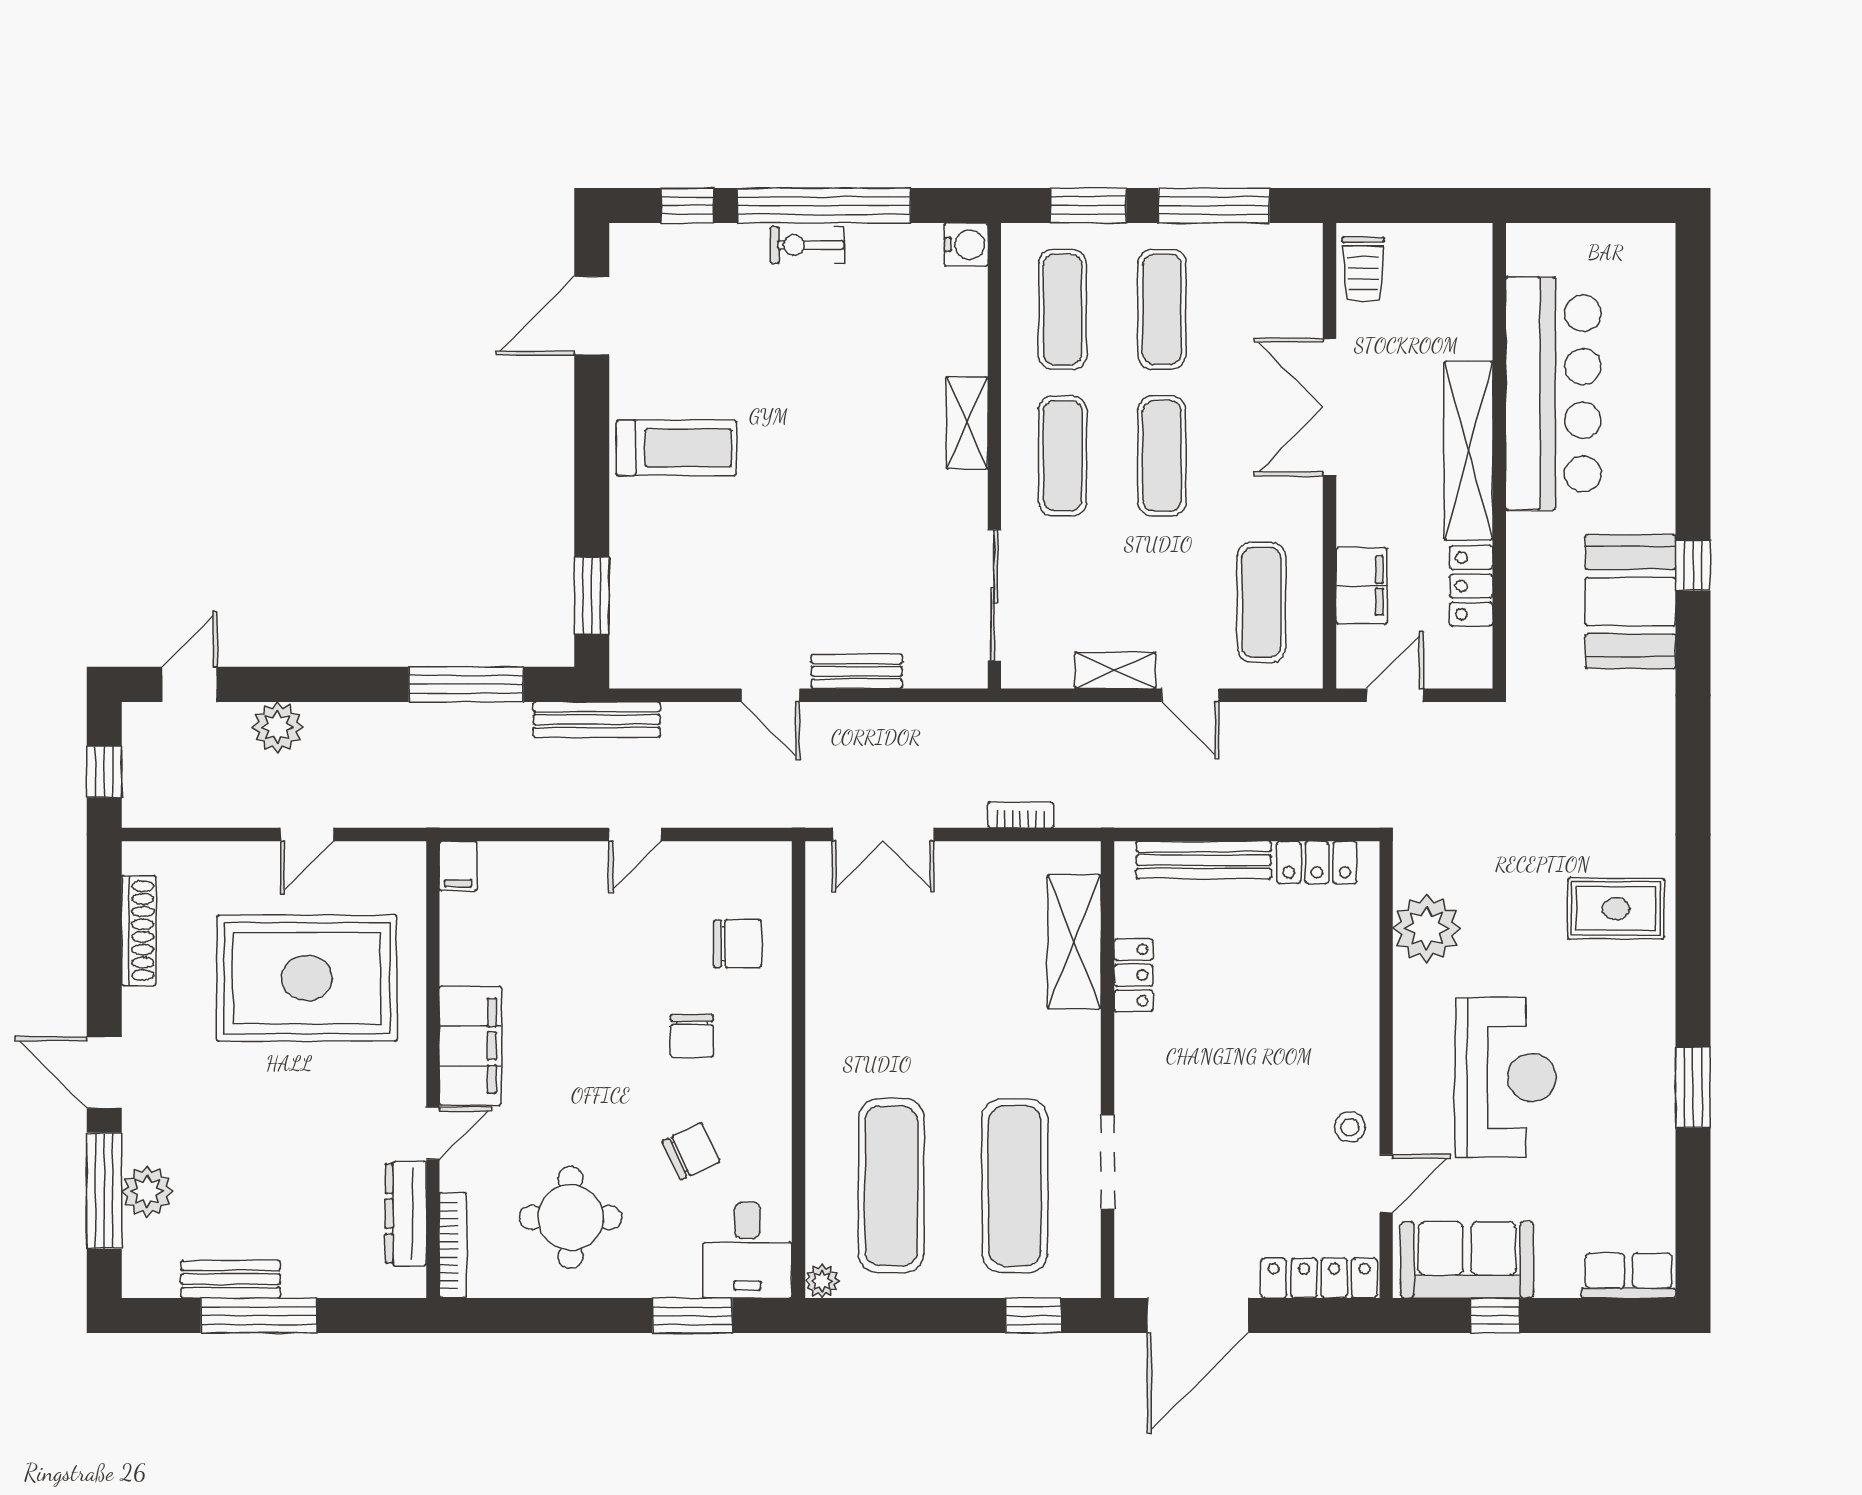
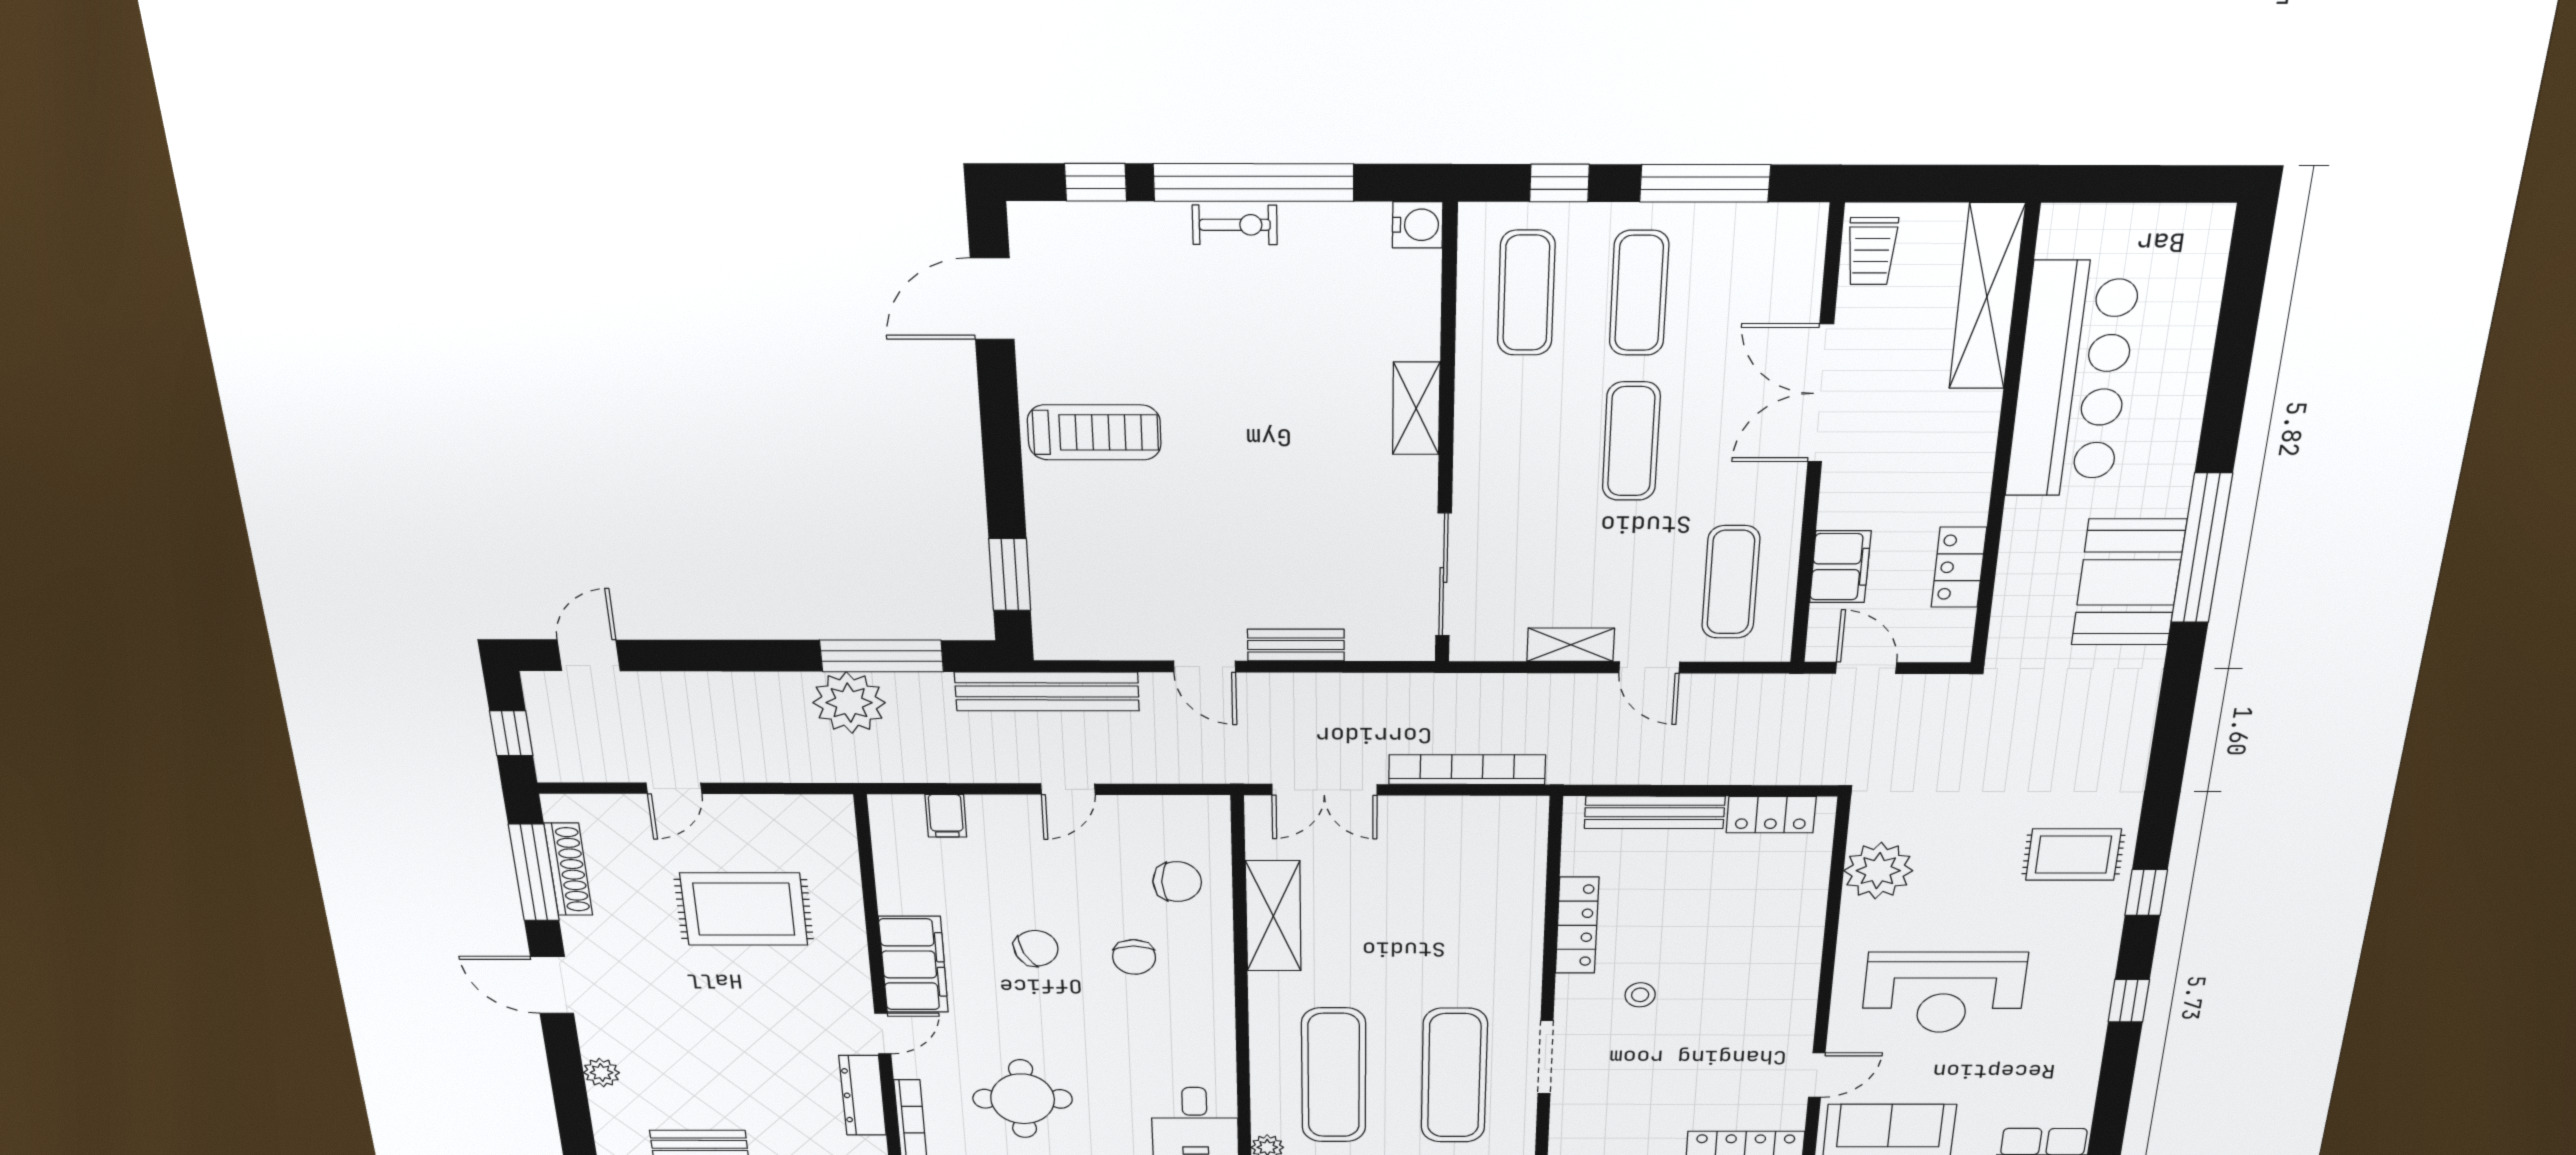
window: (1088, 206) -> (1559, 183), width x0.67
exercise bike: (807, 245) -> (1235, 225), turned 180
shelving: (1468, 451) -> (1987, 297), moved
exercise mat: (1063, 456) -> (1521, 441), removed
window: (1693, 565) -> (2202, 548), width x3.17
door: (1395, 695) -> (1866, 668), hinge flipped
bench: (597, 720) -> (1047, 691), width x1.37, depth x1.21
plant: (278, 727) -> (849, 703), moved, width x1.36, depth x1.36
bookcase: (1021, 815) -> (1467, 770), width x2.31, depth x1.31
door: (307, 835) -> (674, 788), moved
filing cabinet: (458, 866) -> (946, 816), moved
shelving: (1074, 942) -> (1273, 916), moved
window: (1693, 954) -> (2146, 892), added
locker: (1134, 975) -> (1577, 925), width x1.53
rug: (307, 978) -> (744, 909), width x0.73, depth x0.69
reception desk: (1506, 1077) -> (1944, 992), turned 90
window: (1693, 1087) -> (2129, 1001), width x0.67
stool: (1350, 1127) -> (1640, 995), moved
chair: (691, 1151) -> (1036, 948), moved
window: (104, 1191) -> (534, 873), moved
plant: (147, 1191) -> (601, 1073), width x0.73, depth x0.73

